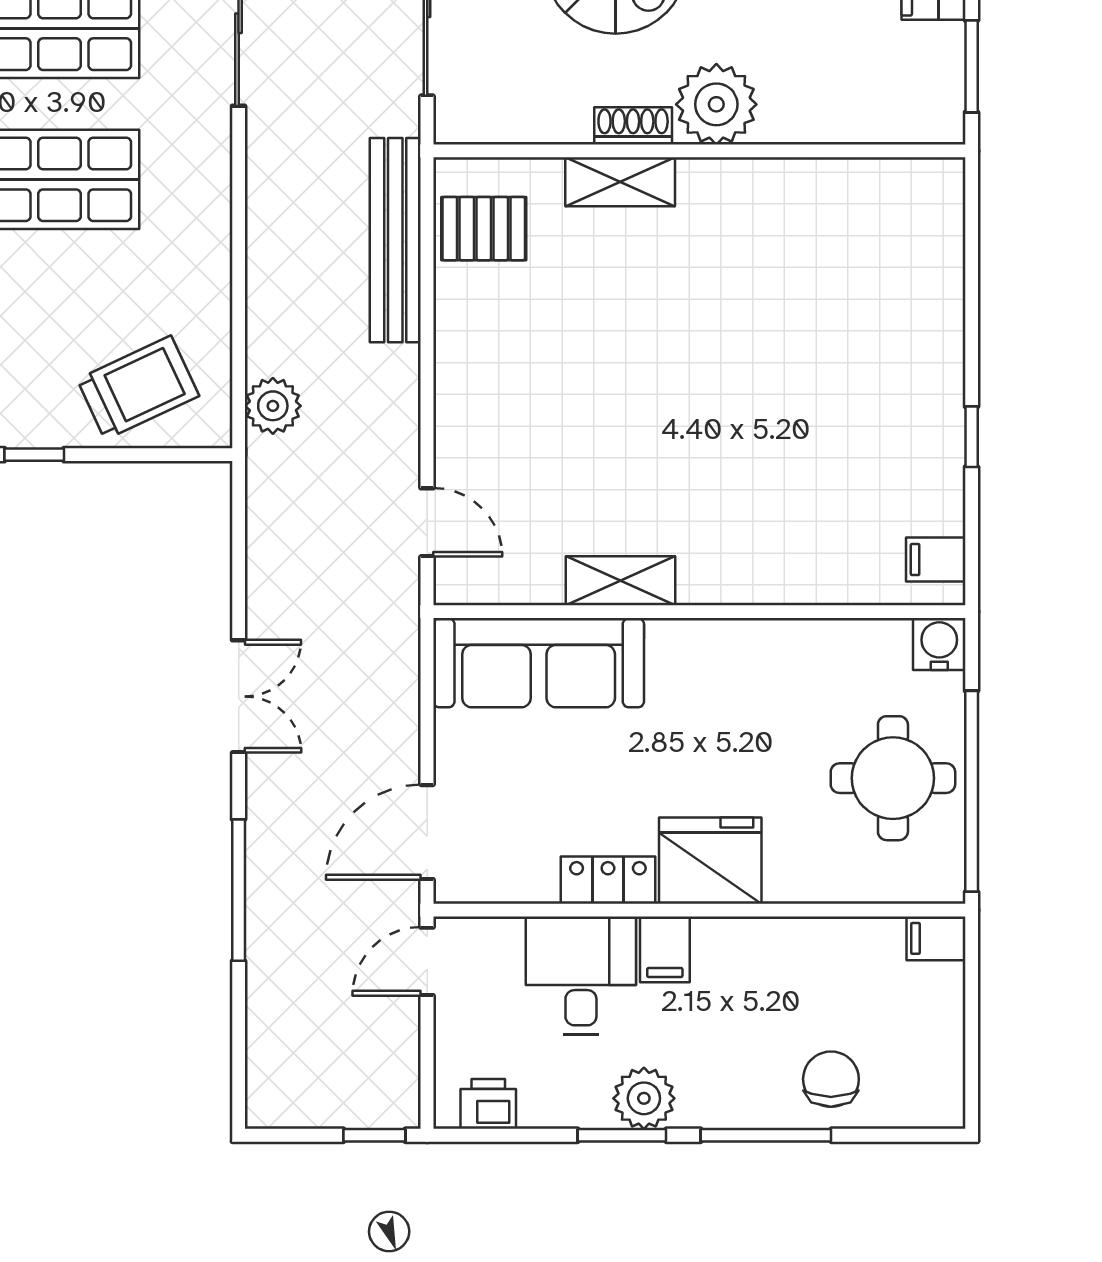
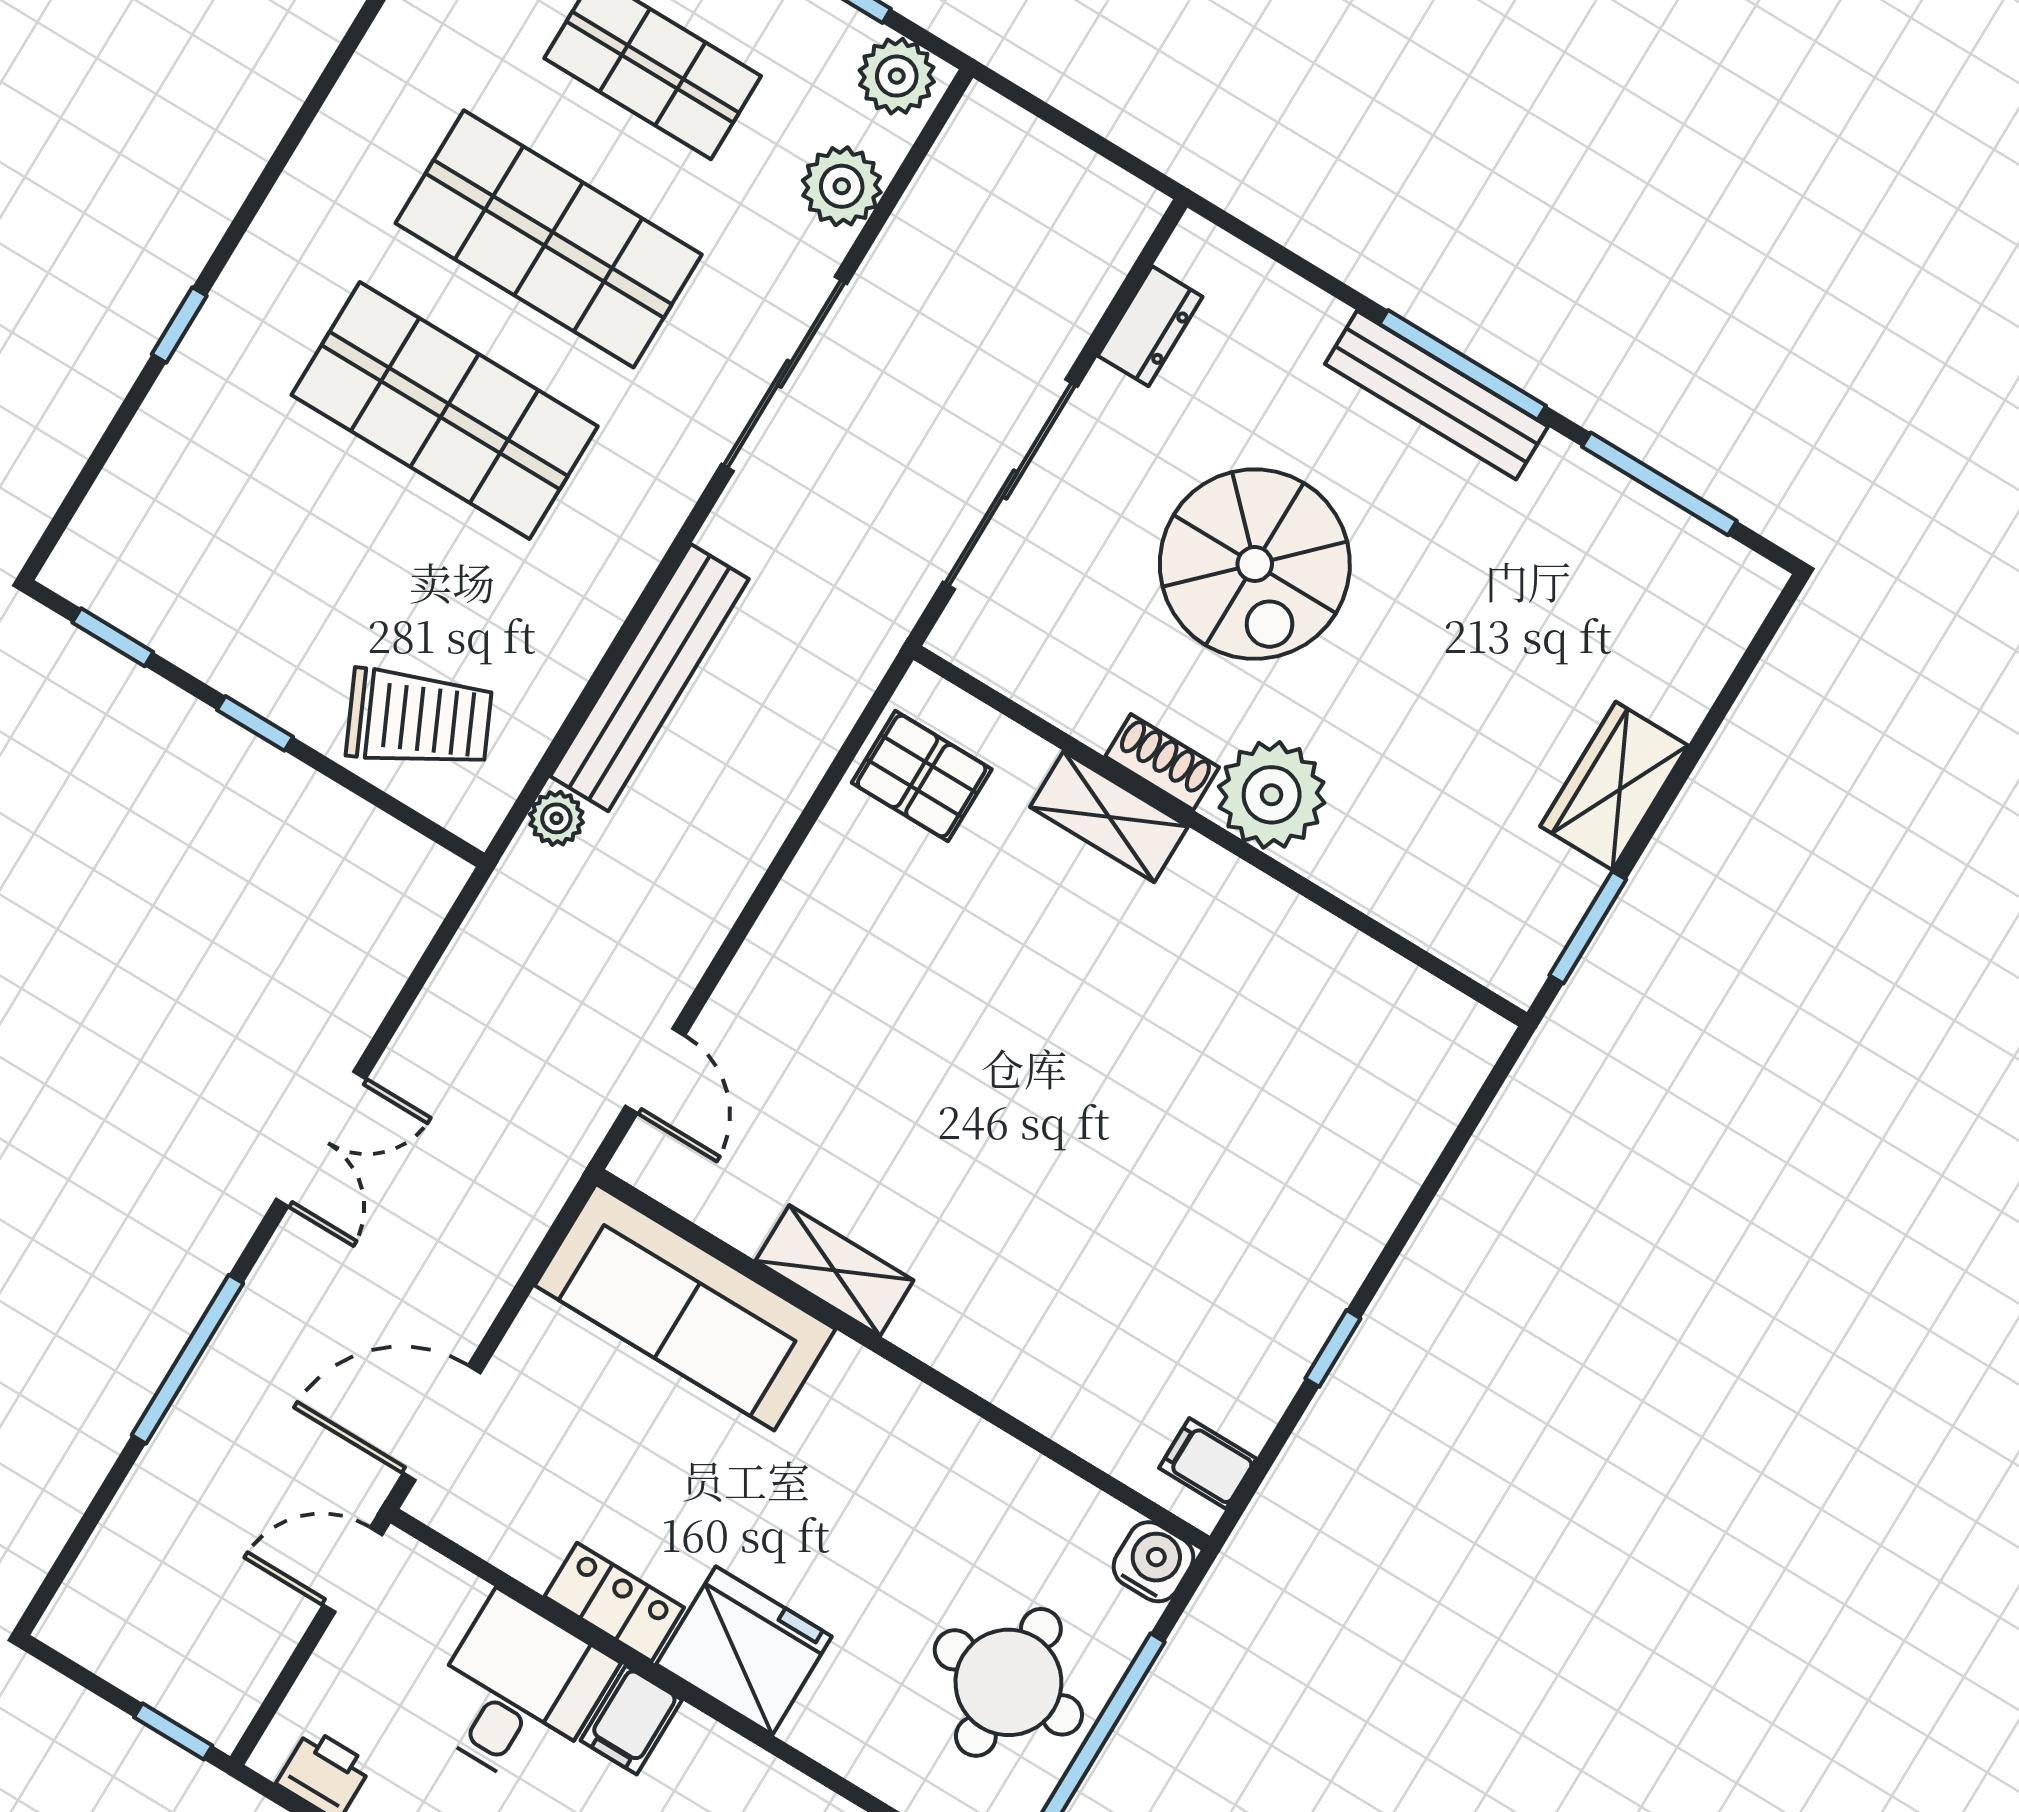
bench: (395, 240) -> (649, 678), moved
plant: (273, 406) -> (556, 818), width x0.73, depth x0.73

